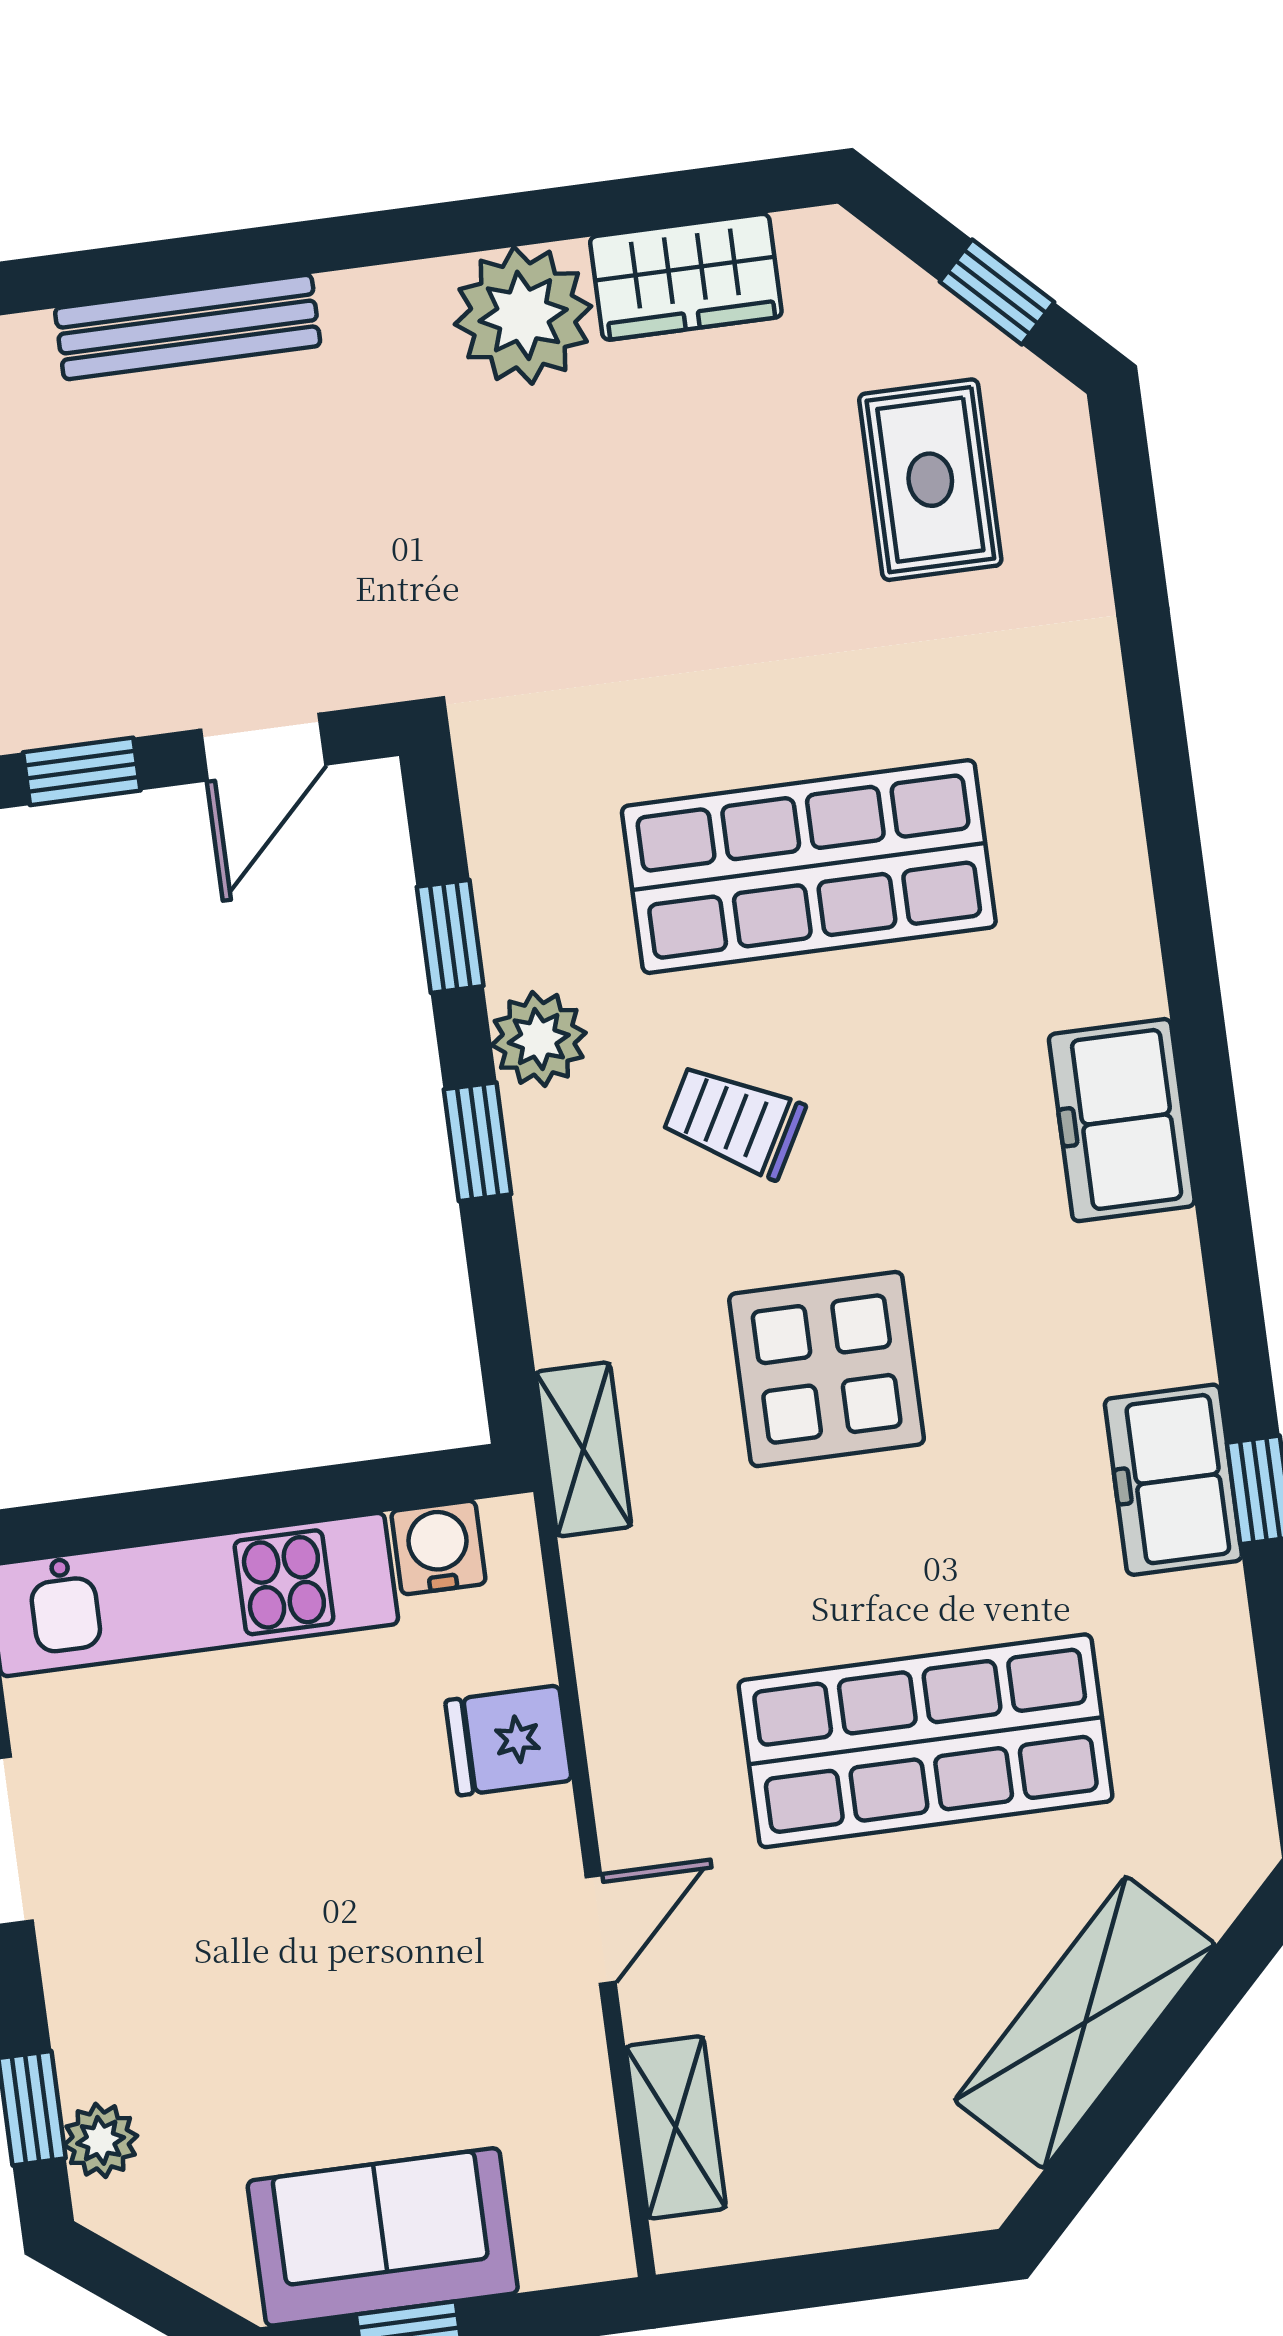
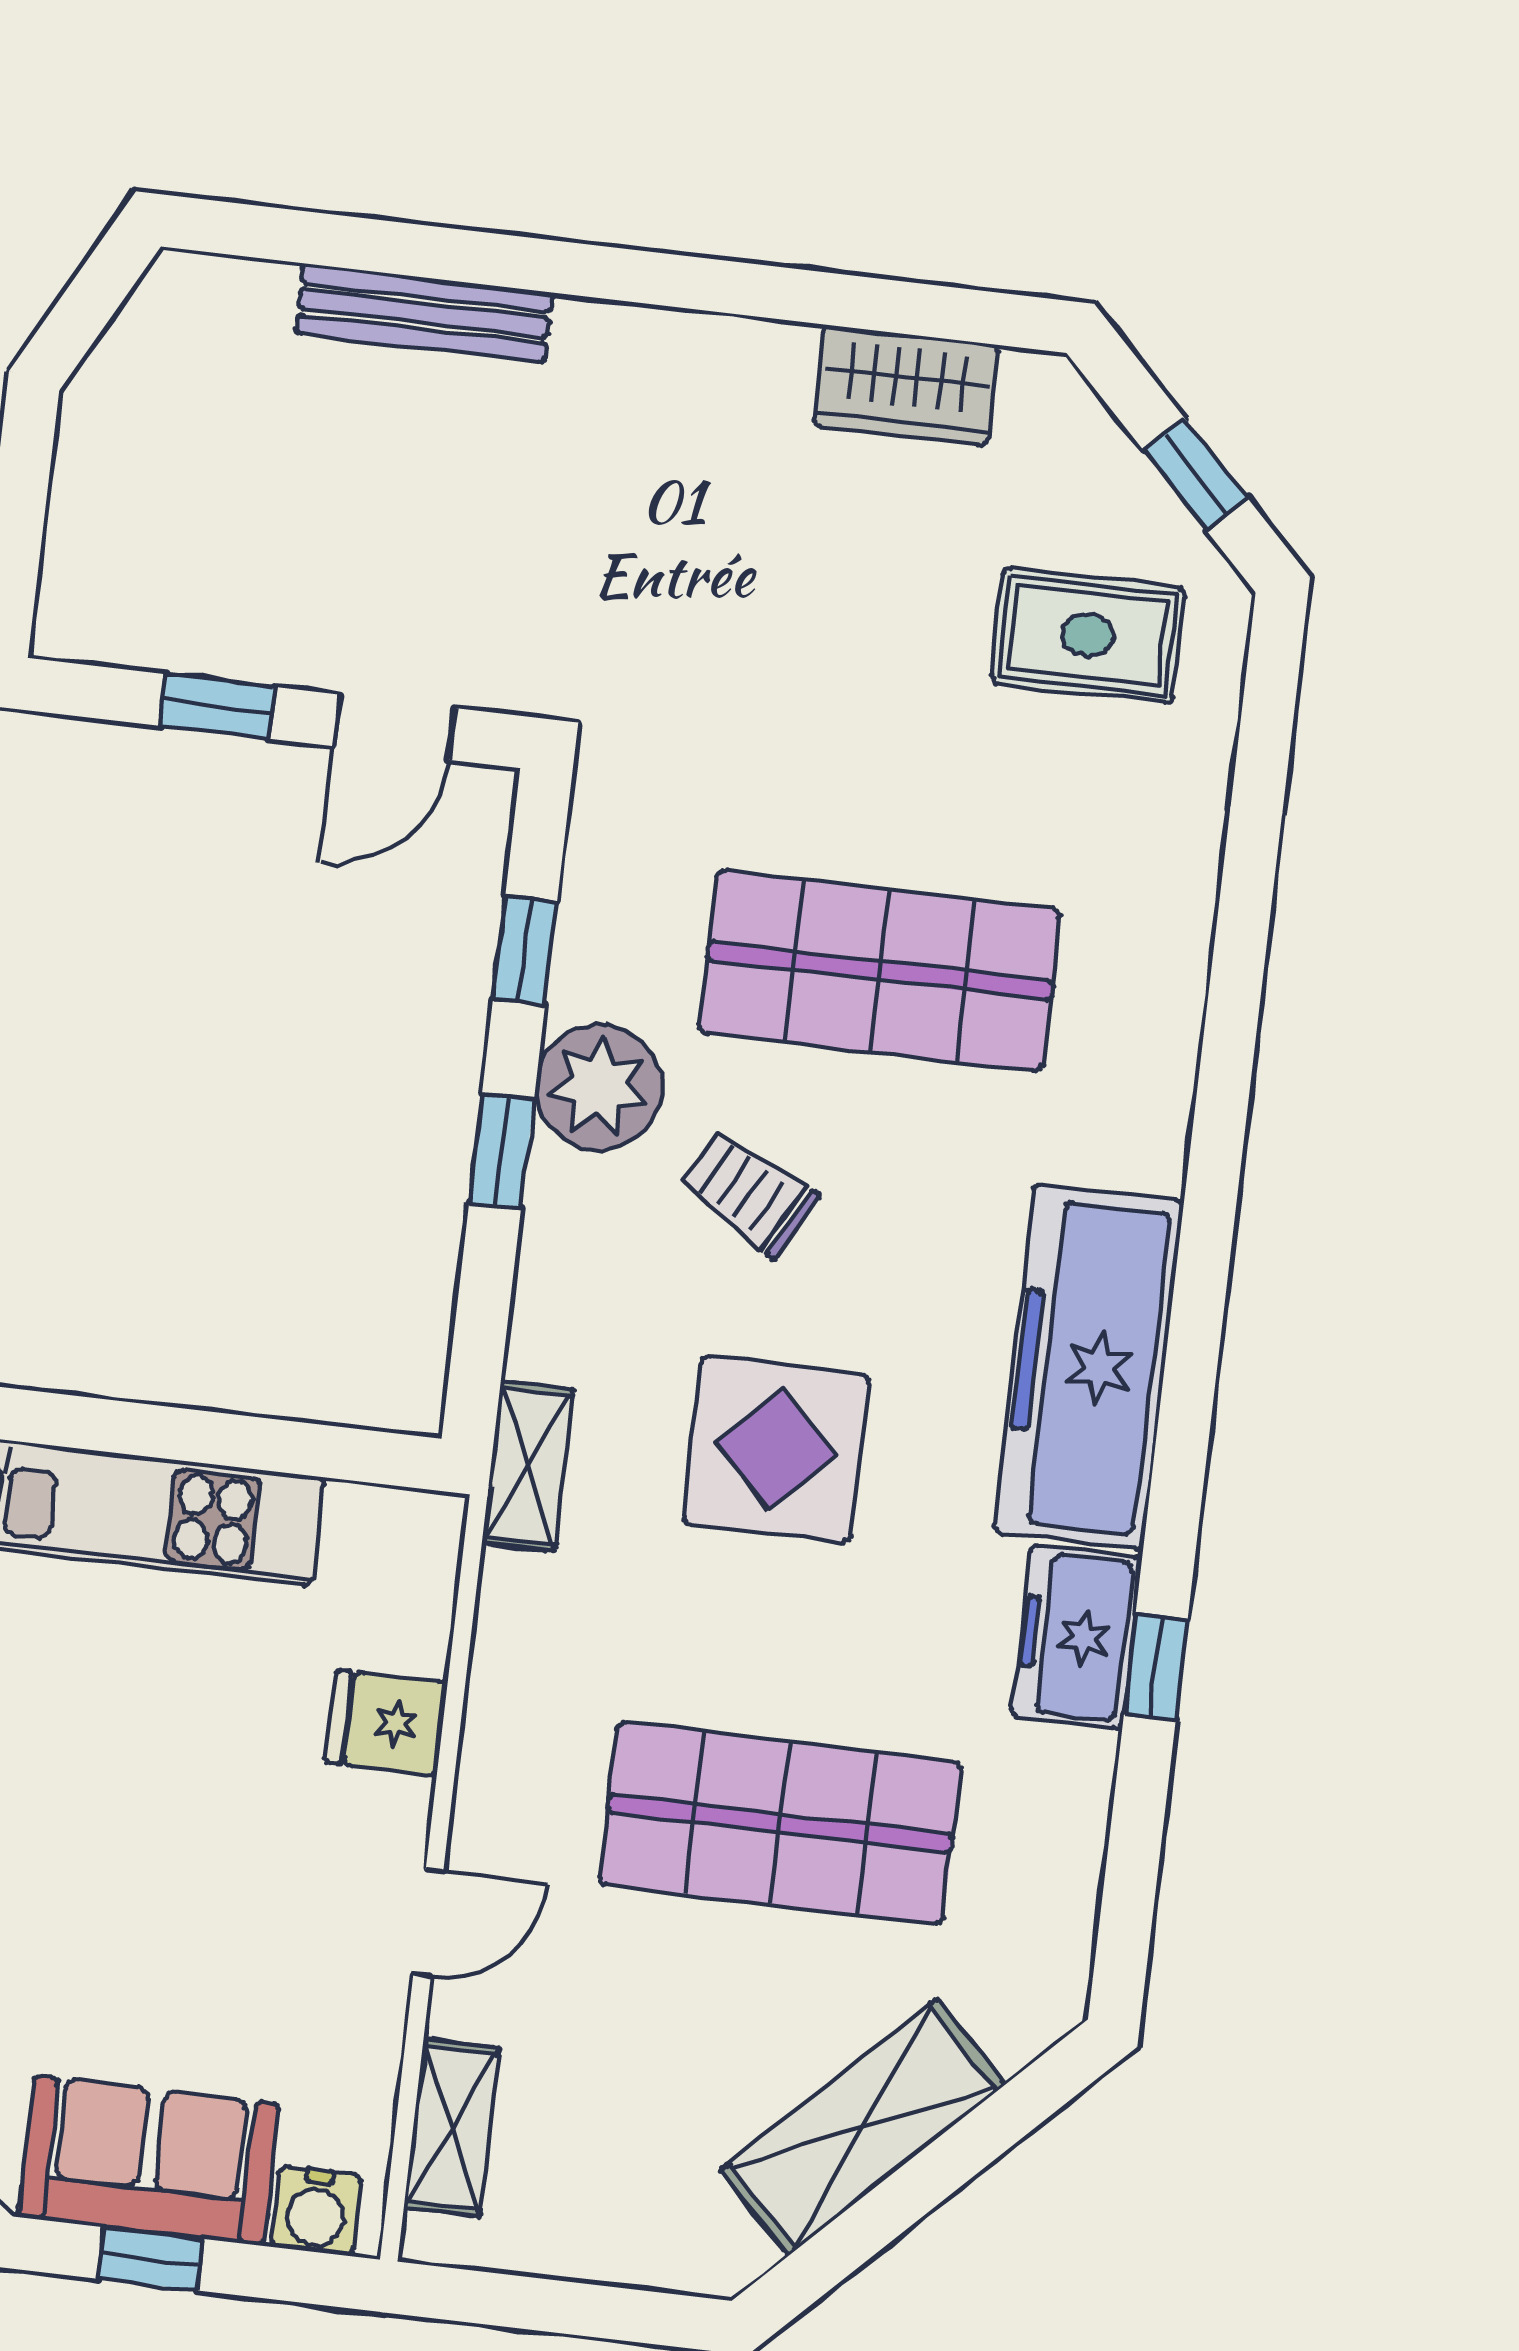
plant: (523, 315) -> (743, 383), removed
rug: (930, 480) -> (1088, 635), turned 90
plant: (539, 1039) -> (599, 1087), width x1.36, depth x1.36
freezer: (1122, 1120) -> (1089, 1367), width x1.91, depth x1.26
water cooler: (438, 1547) -> (316, 2211), moved, turned 180

